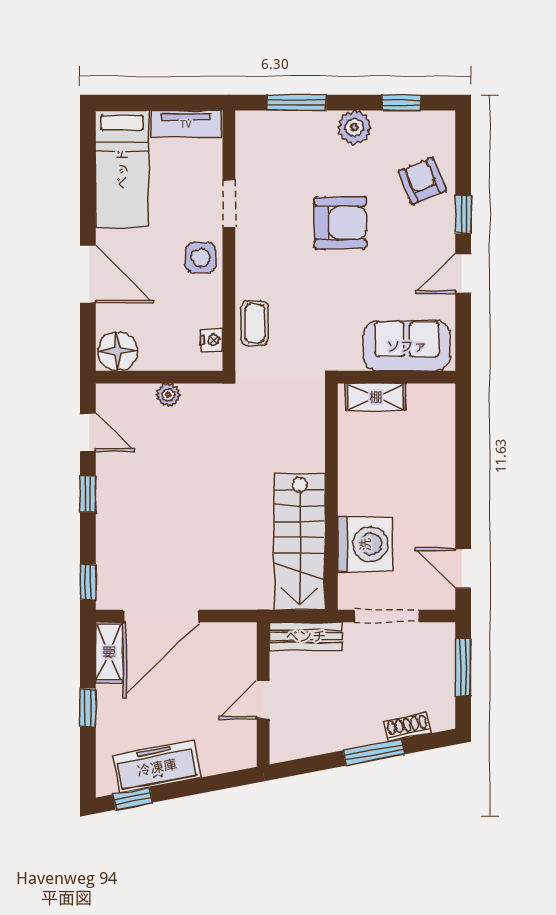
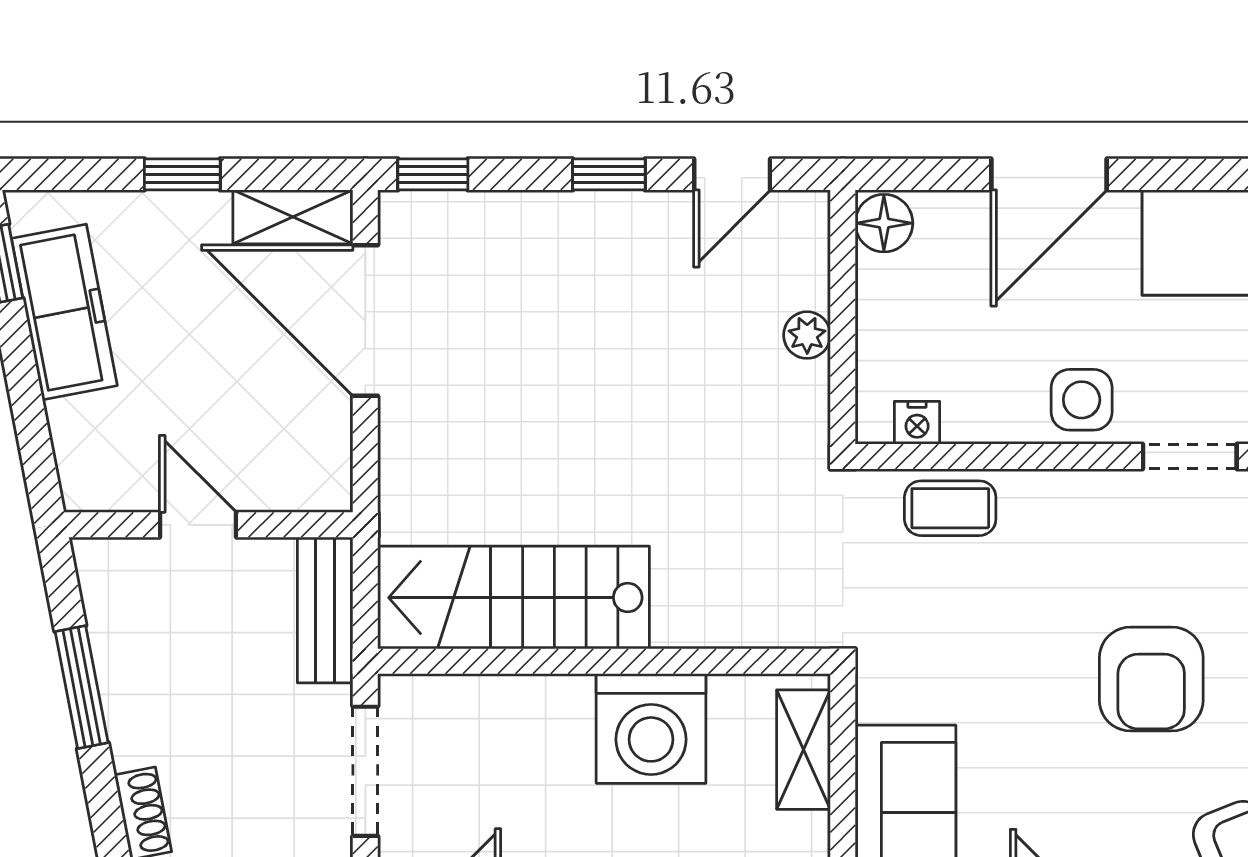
floor lamp: (118, 351) -> (884, 223), width x0.73, depth x0.73
washing machine: (365, 544) -> (651, 728), moved
window: (374, 752) -> (82, 687), moved

